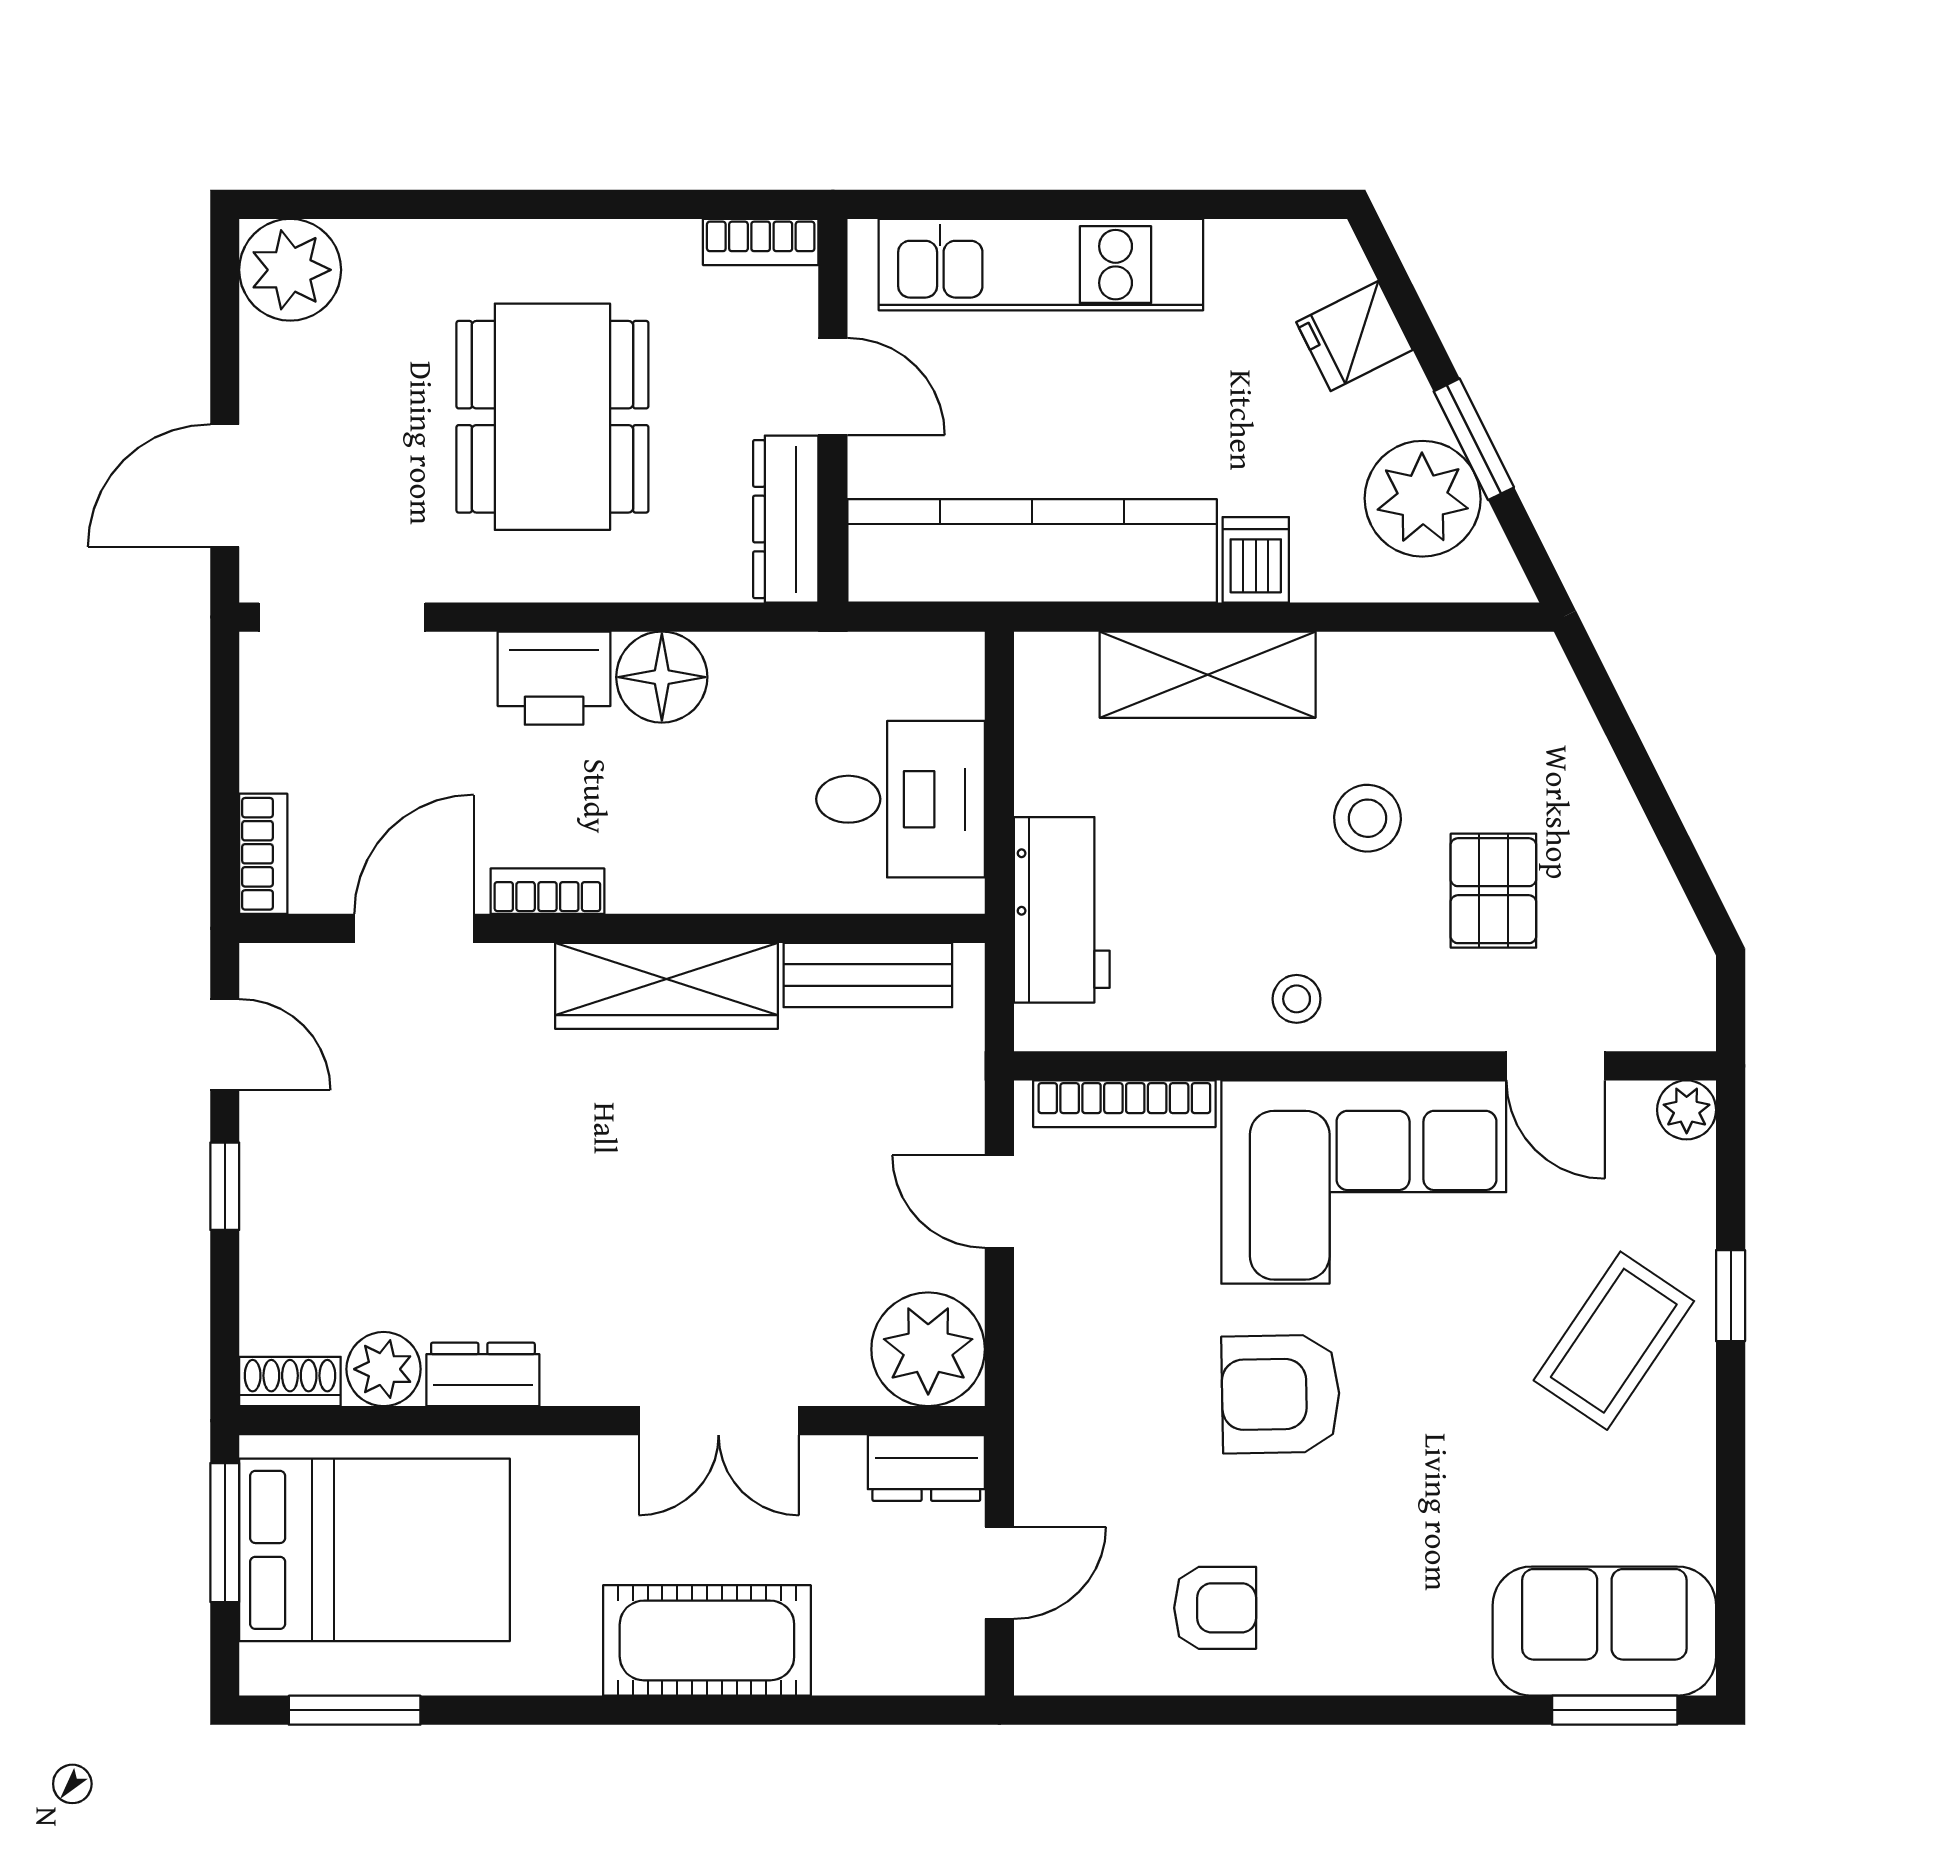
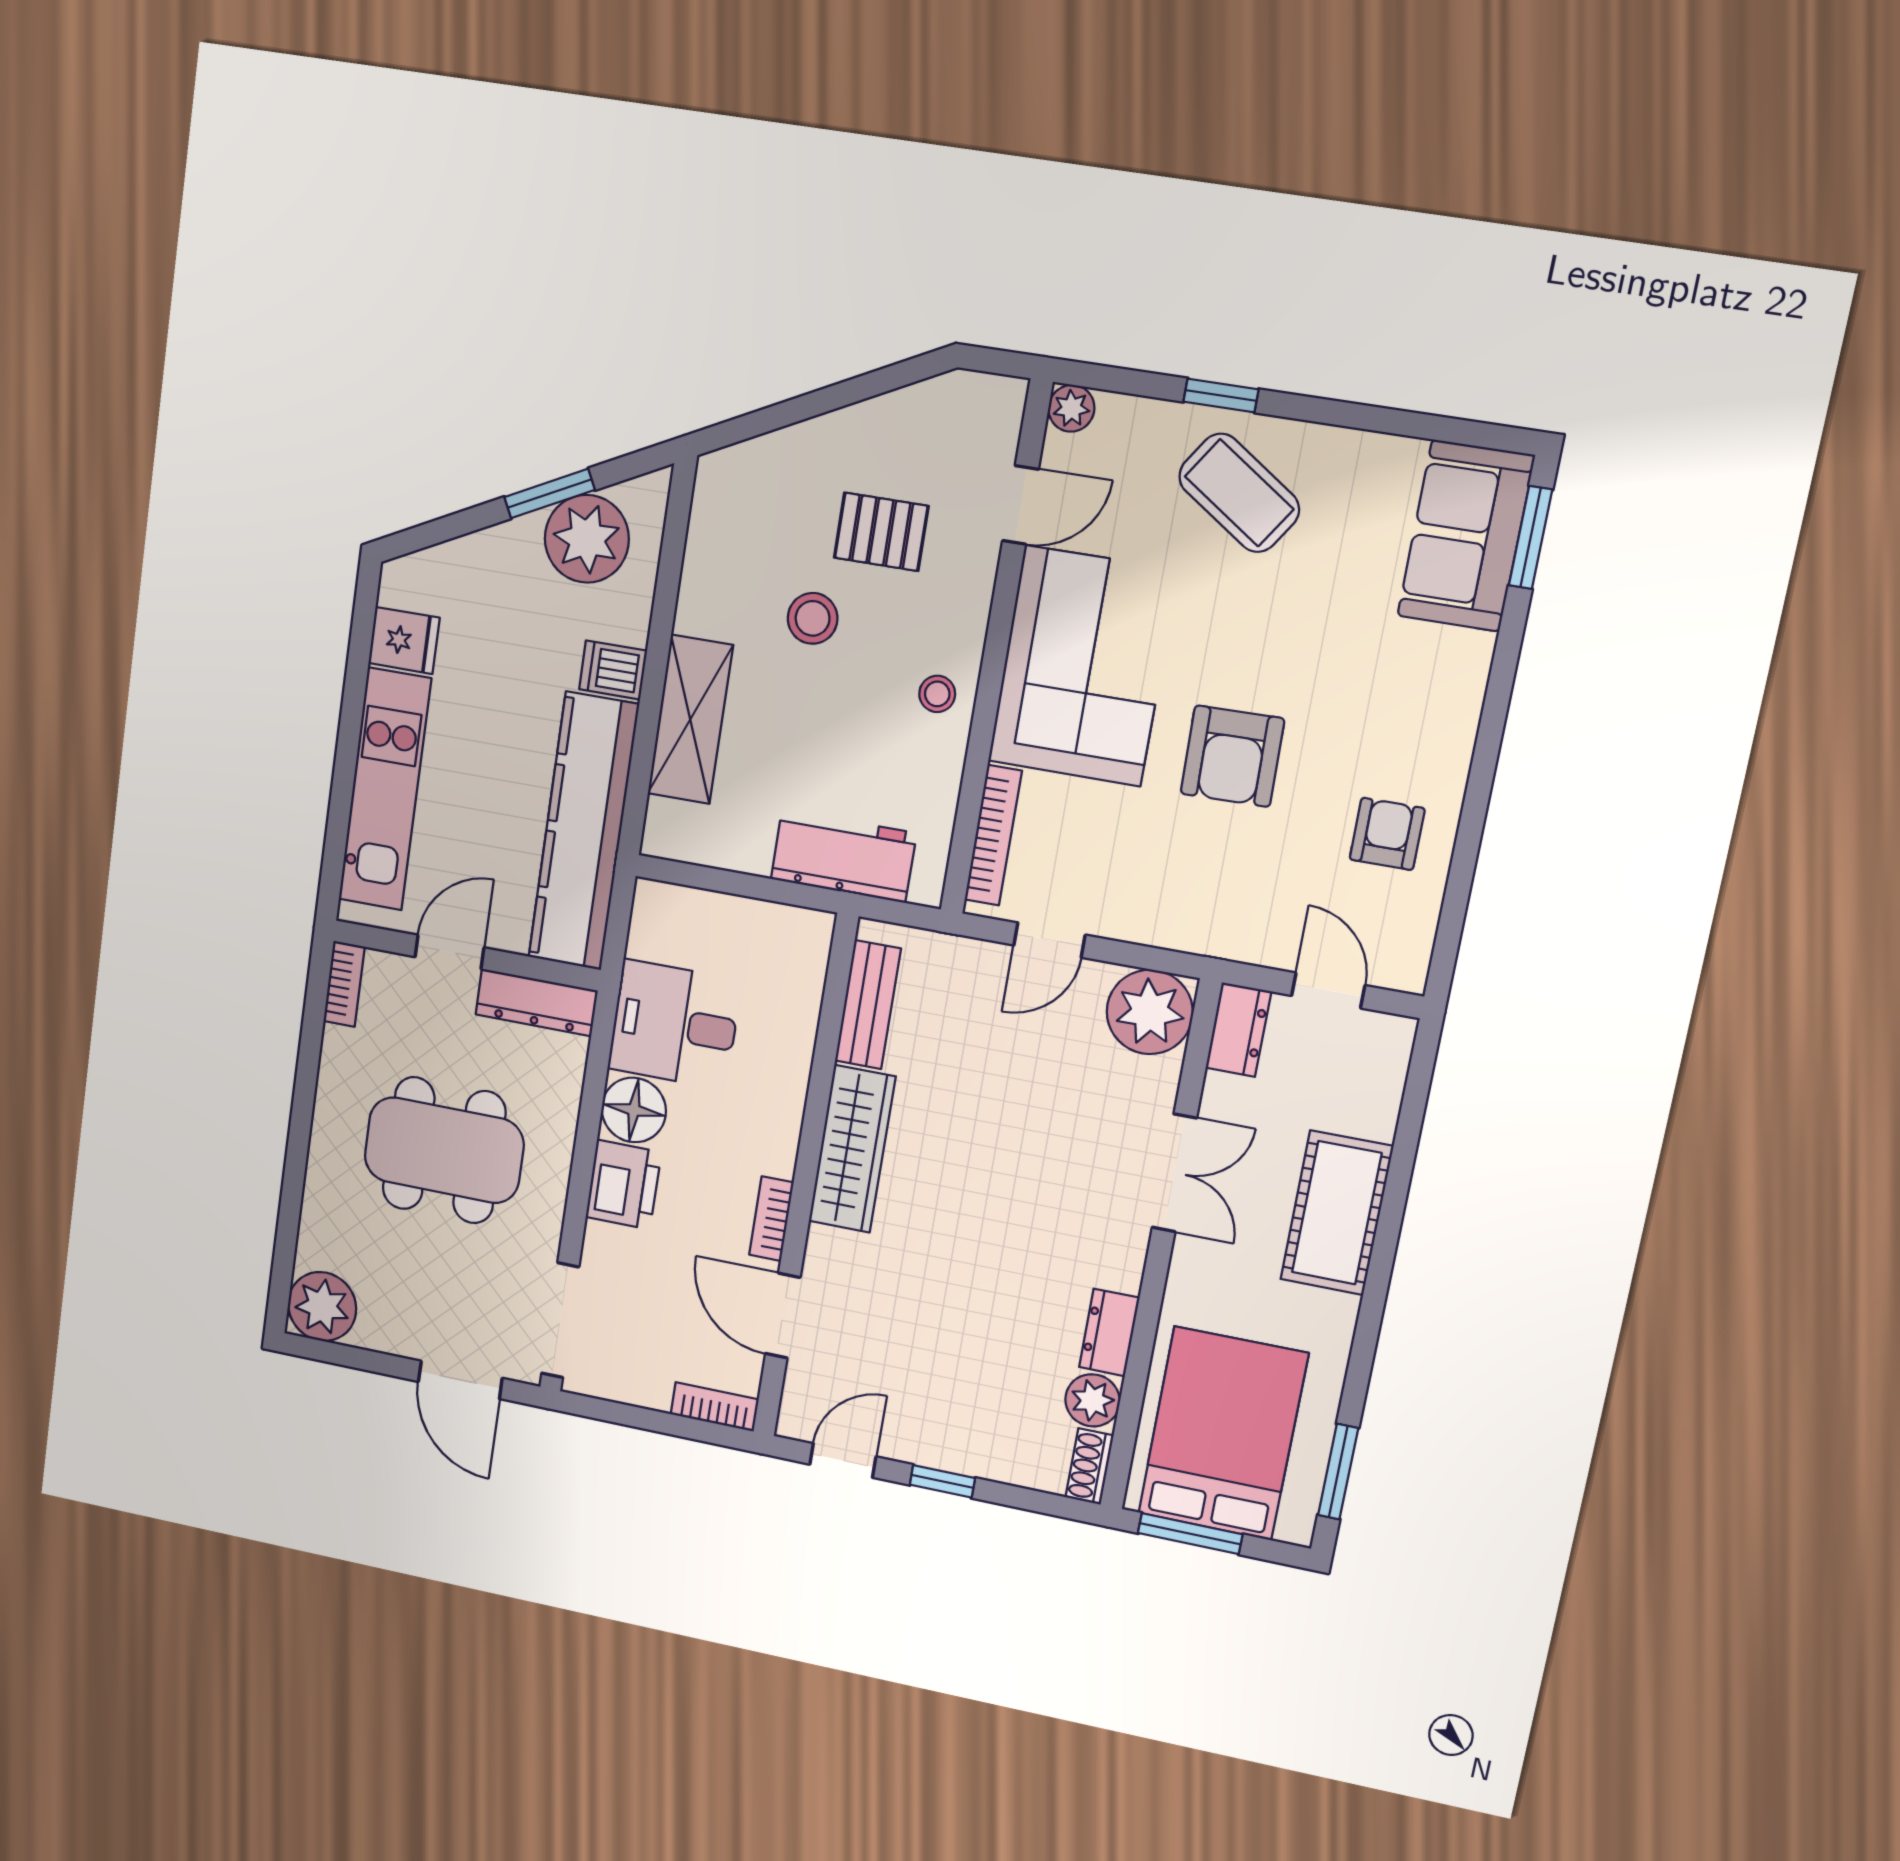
fridge: (1354, 336) -> (404, 640), moved, turned -63
desk: (901, 799) -> (675, 1024), moved, turned -90

